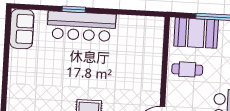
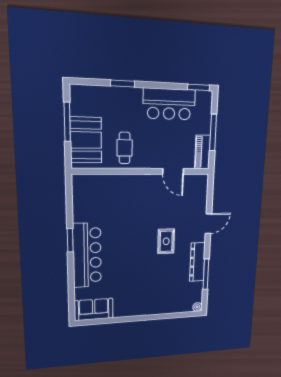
window: (74, 9) -> (70, 240), moved

